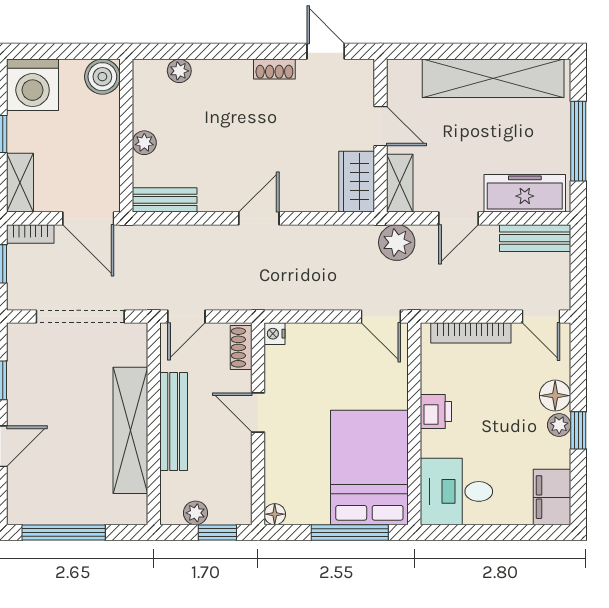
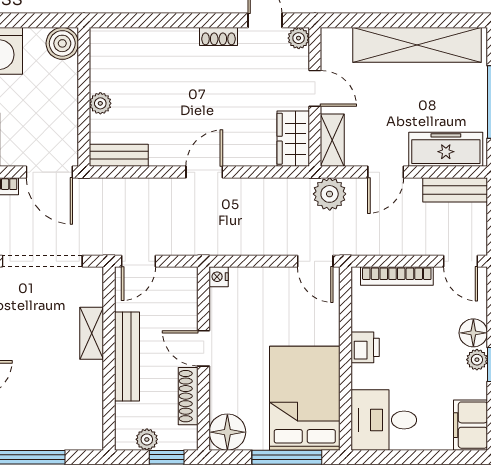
plant: (179, 71) -> (299, 38), moved
shoe rack: (241, 347) -> (188, 396), moved, width x1.43
shelving: (130, 430) -> (92, 333), width x0.45, depth x0.75
floor lamp: (275, 514) -> (227, 432), width x1.89, depth x1.89

